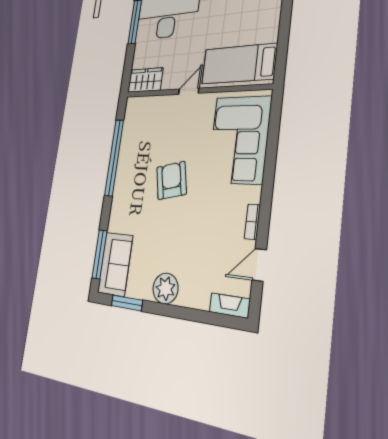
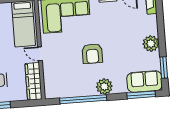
wardrobe: (145, 80) -> (33, 81), width x1.50
armchair: (171, 180) -> (92, 54), turned -78
plant: (123, 194) -> (104, 86), added

